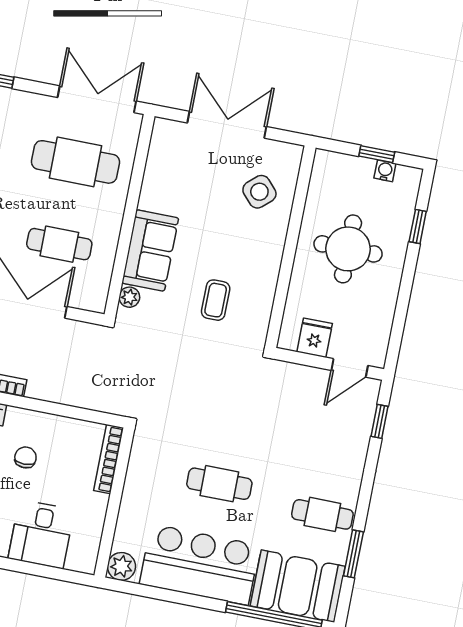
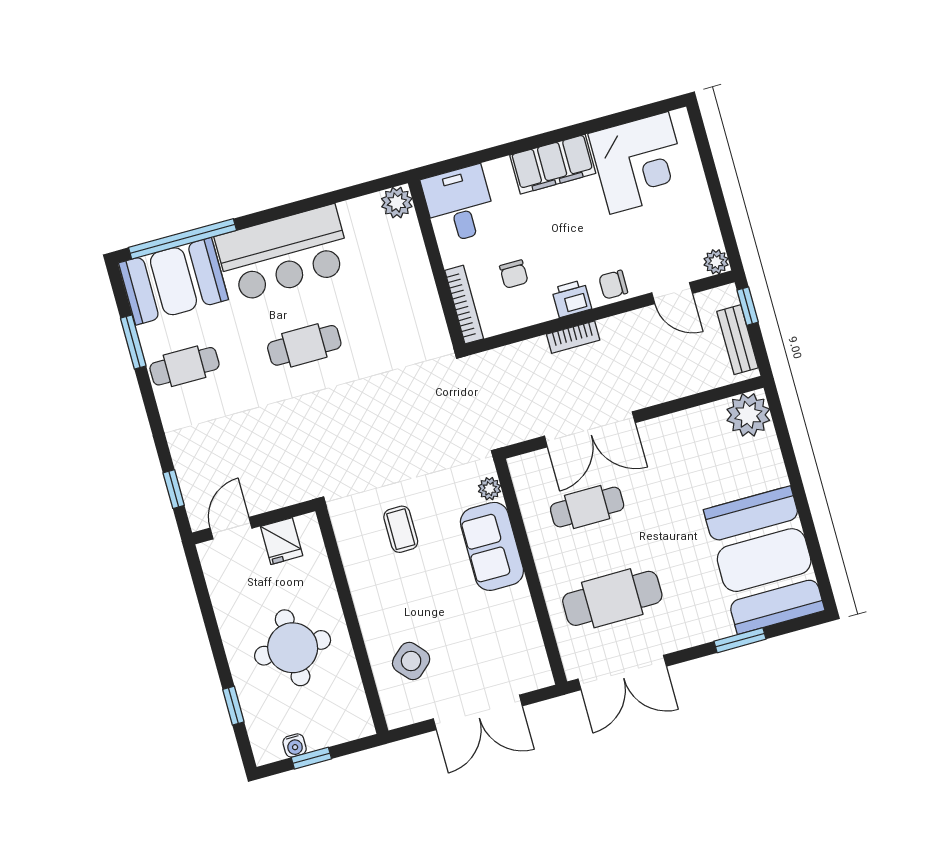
bookcase: (108, 459) -> (464, 305), moved
wall: (114, 503) -> (436, 264), moved
plant: (121, 566) -> (397, 203), moved

